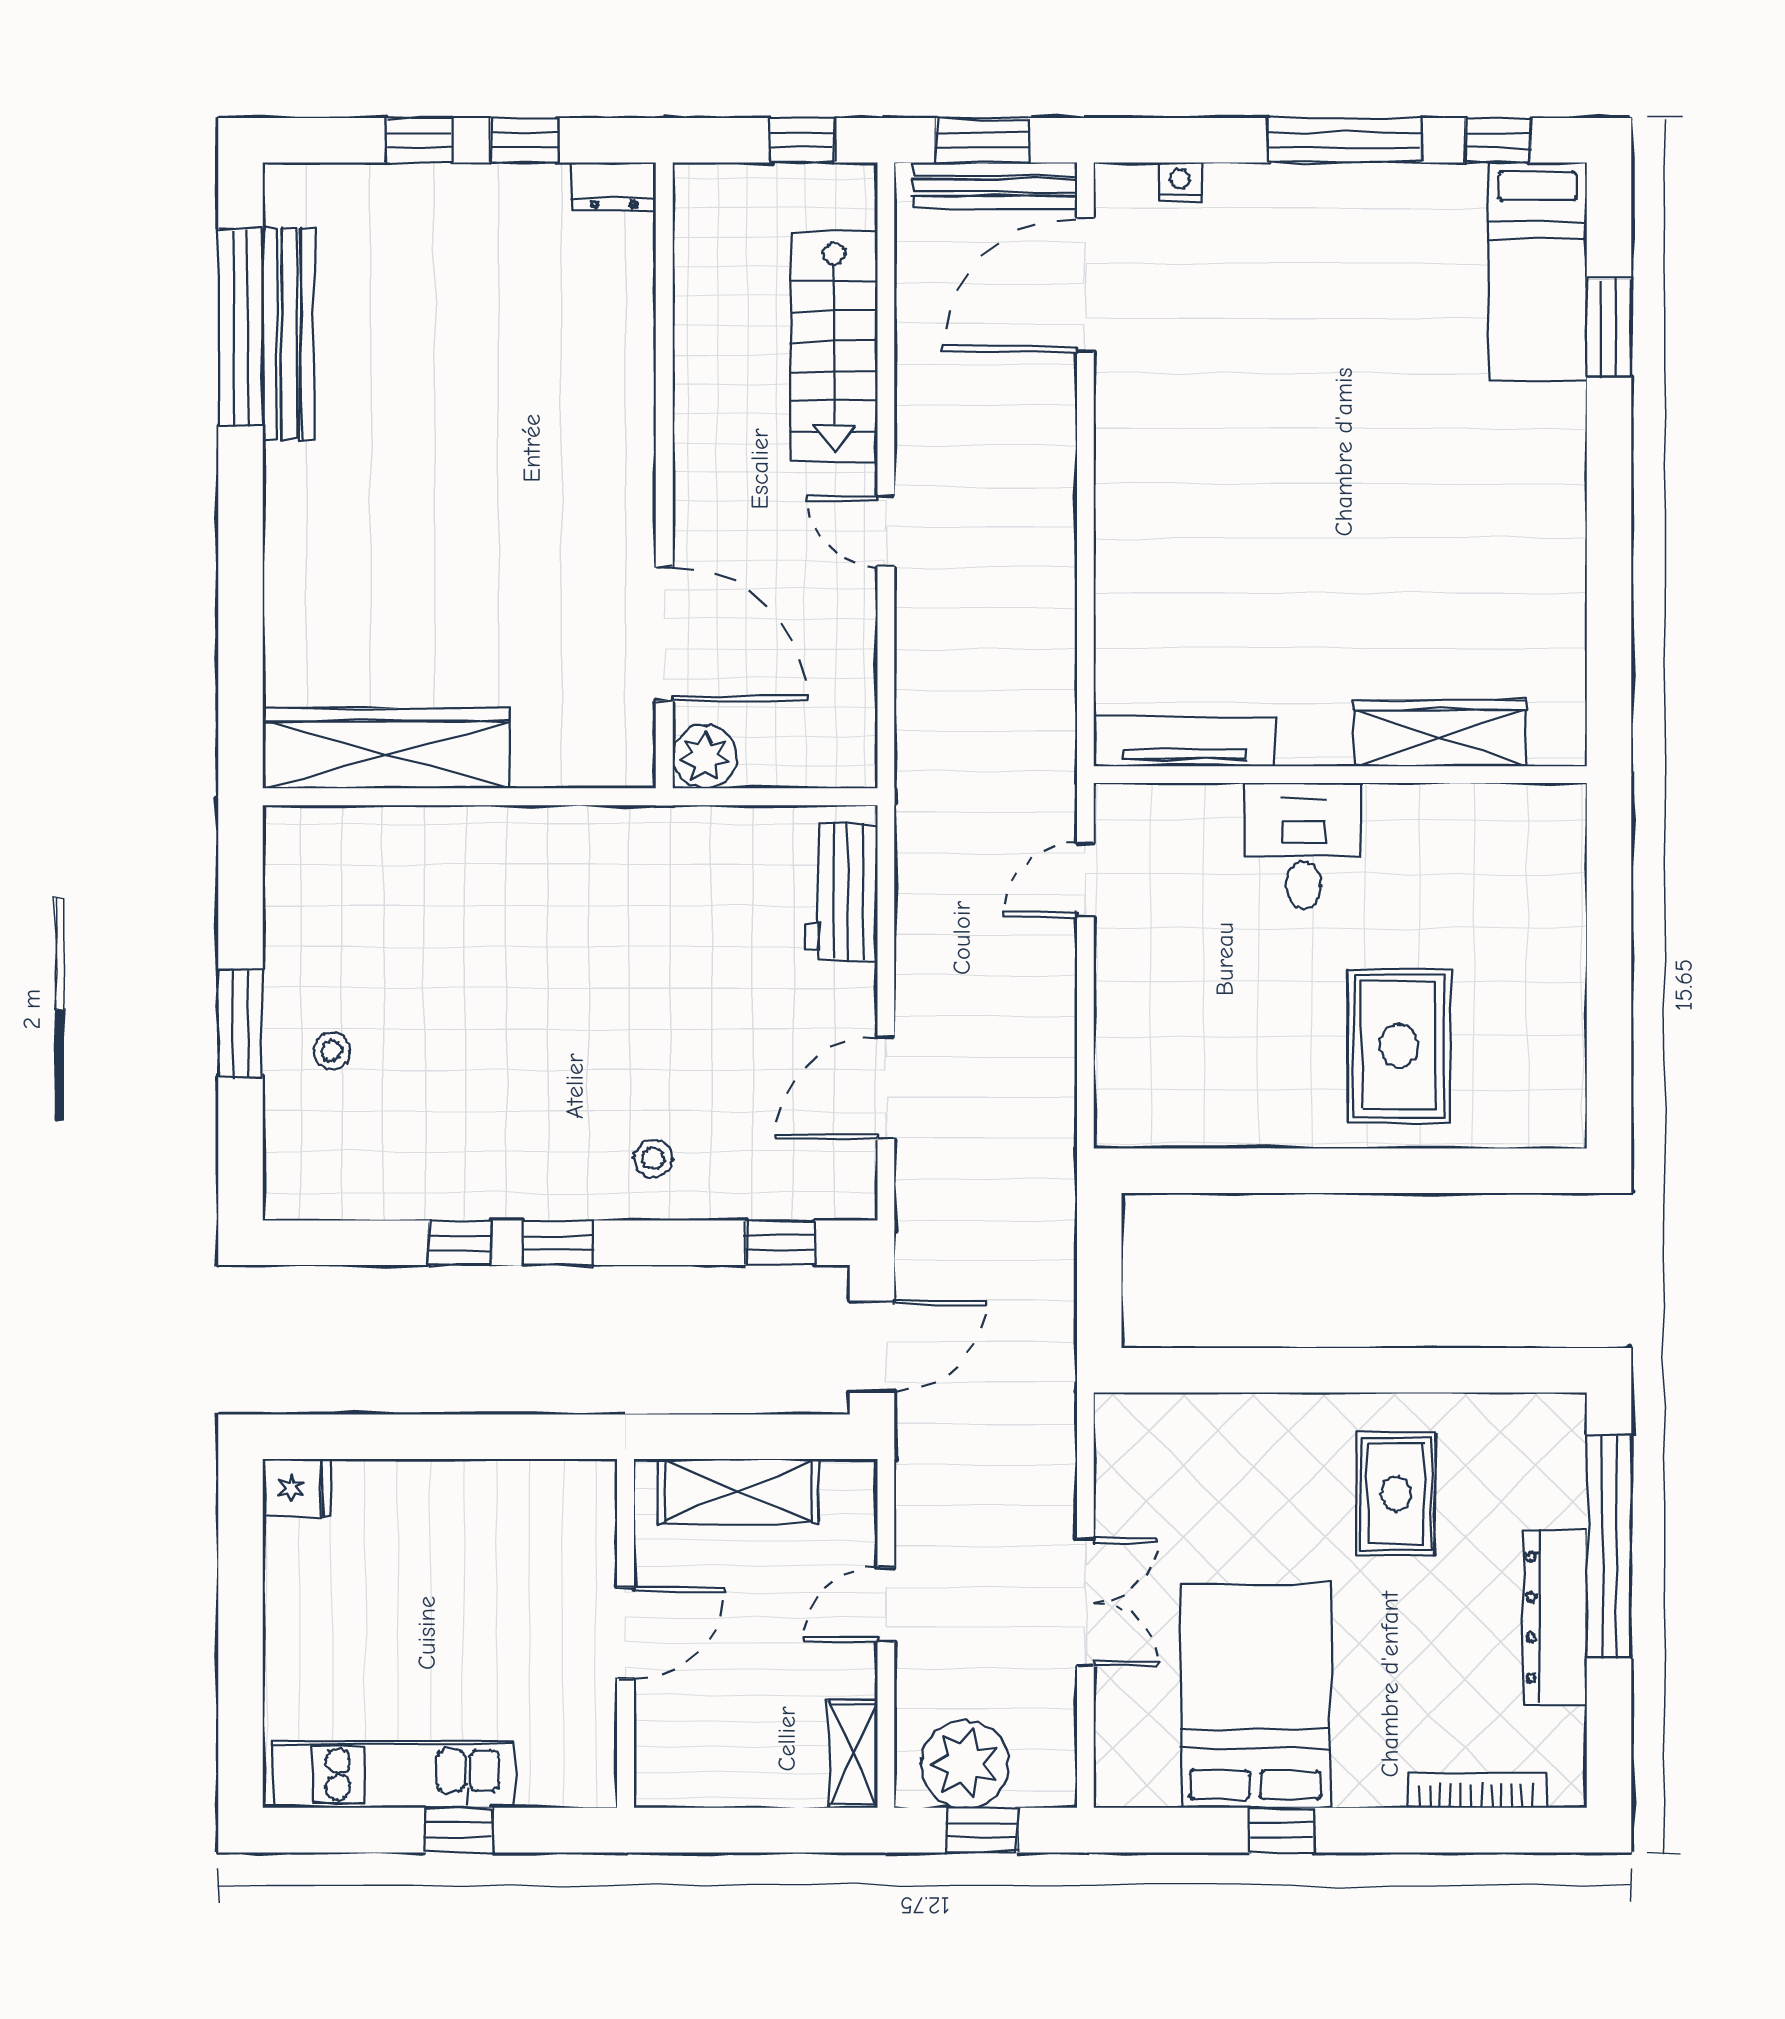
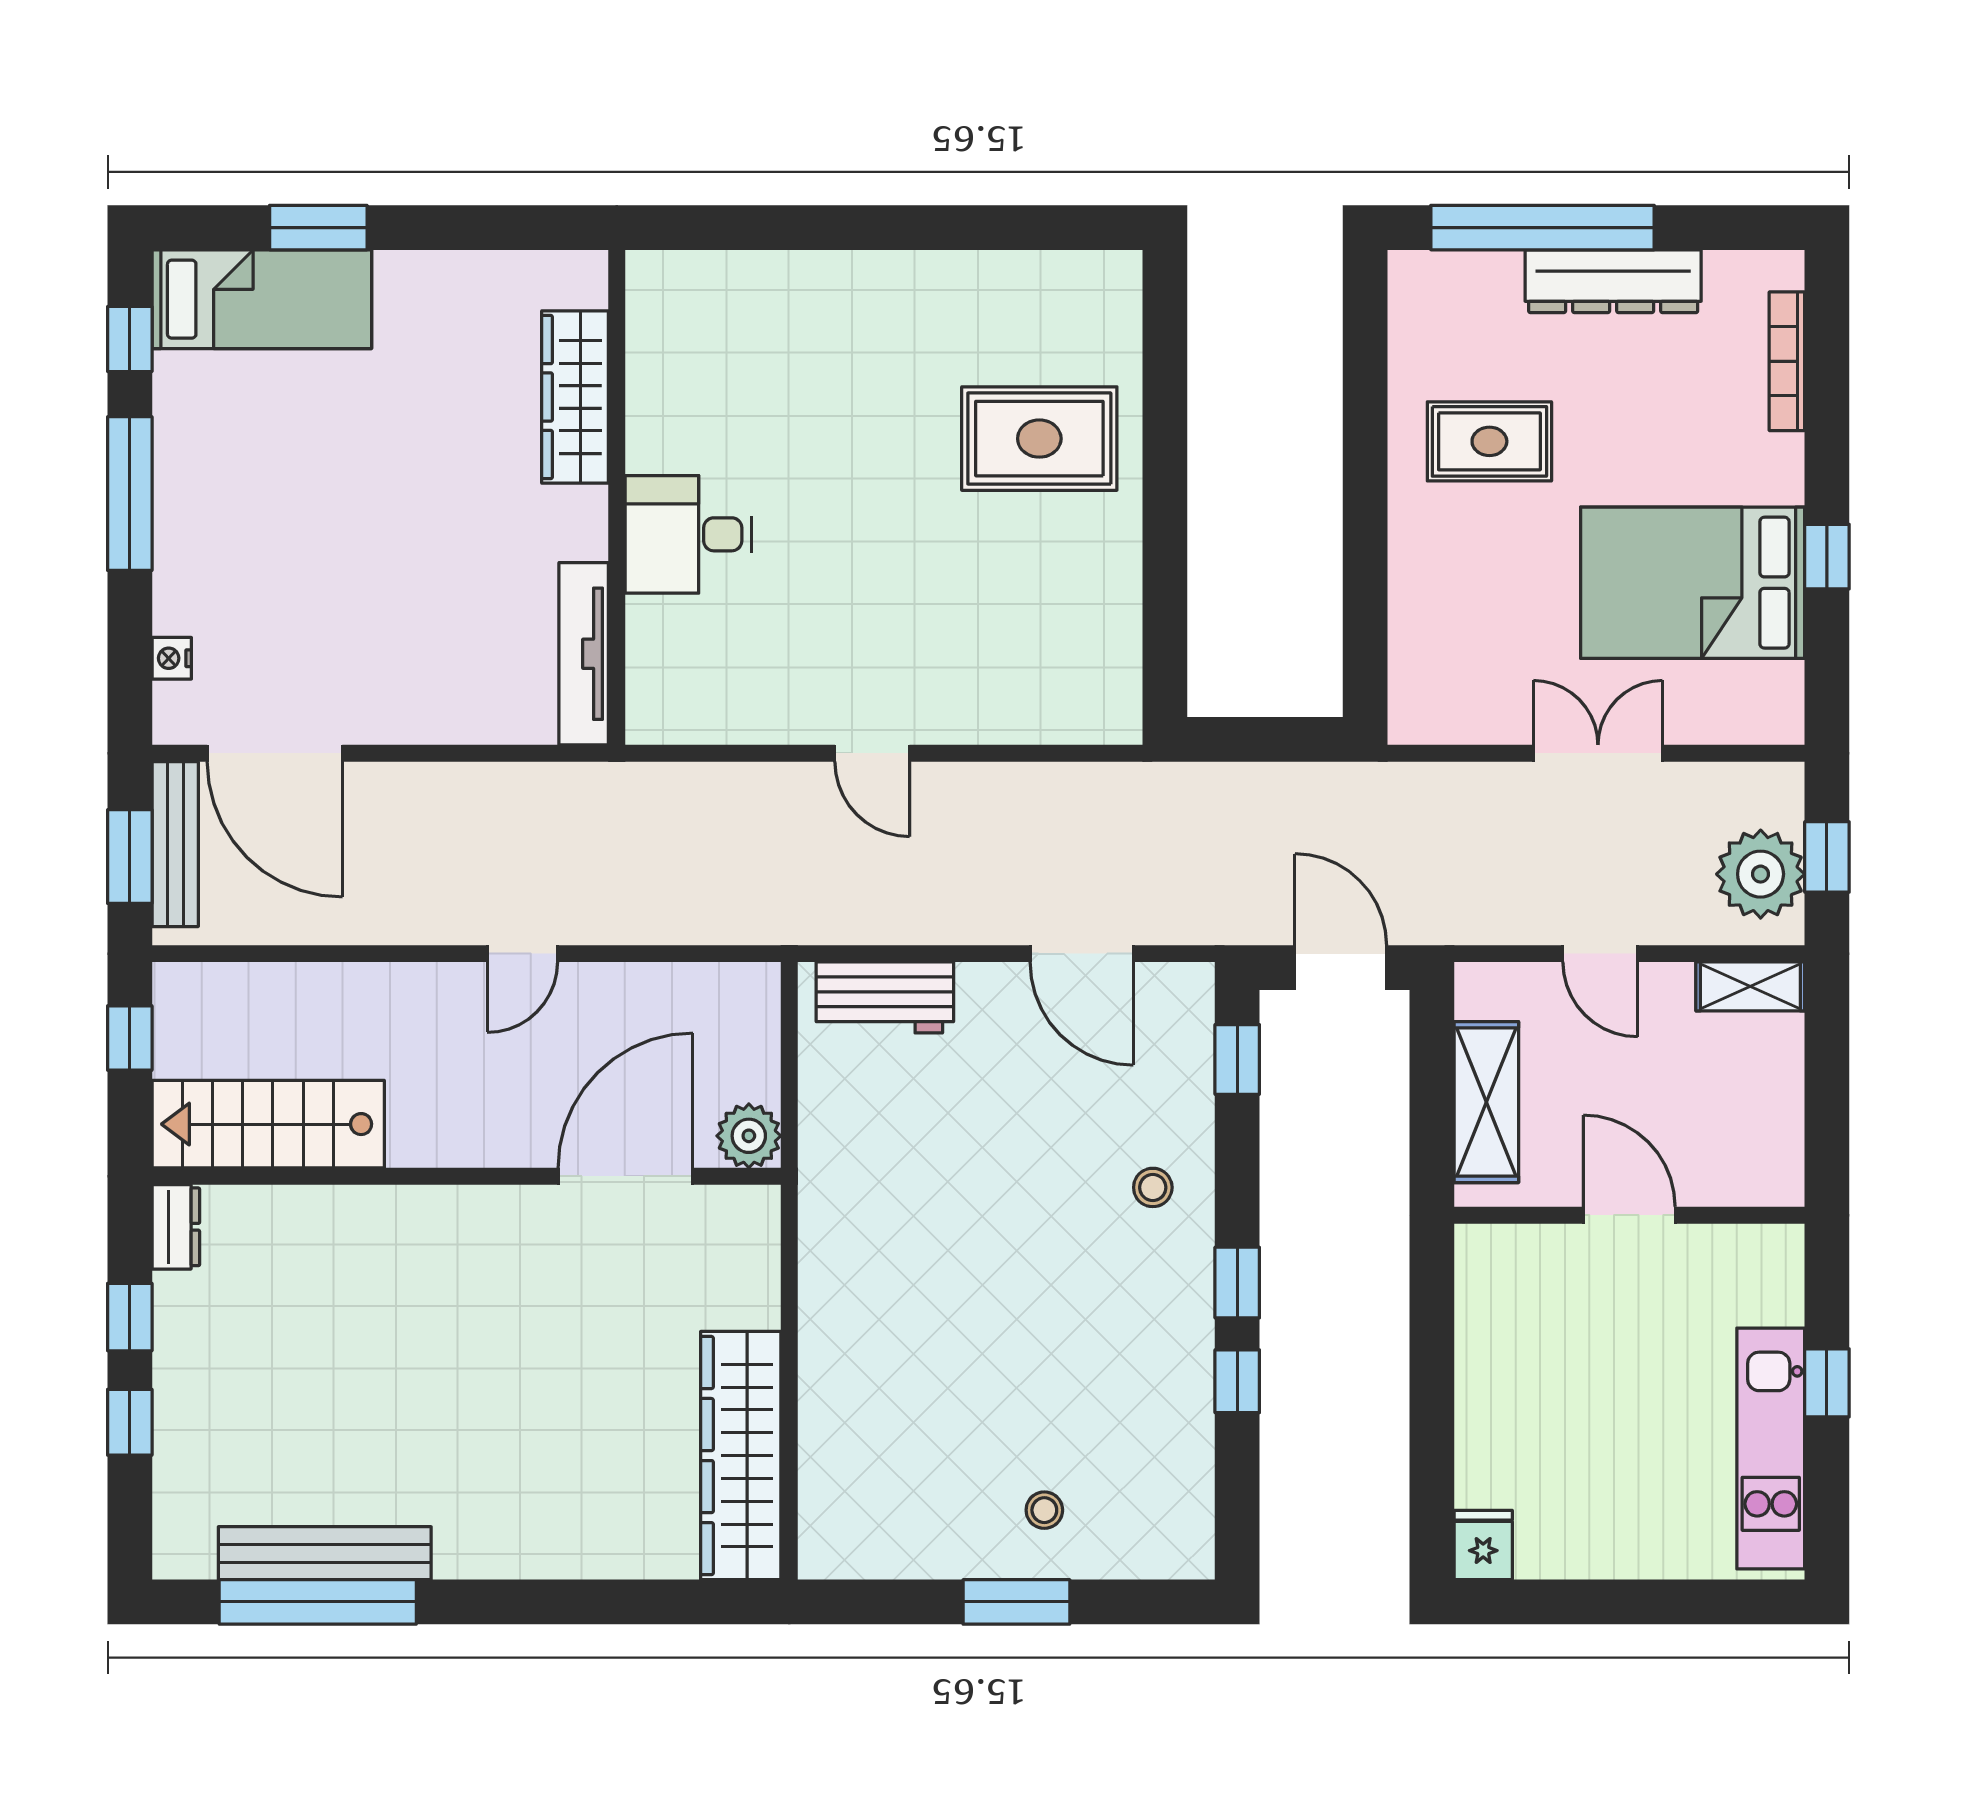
stairs: (834, 346) -> (268, 1124), moved, turned 180
wardrobe: (1440, 733) -> (575, 397), moved
tv unit: (1185, 742) -> (584, 654), moved
wall: (1340, 775) -> (617, 497), moved
desk: (1303, 846) -> (689, 534), moved

